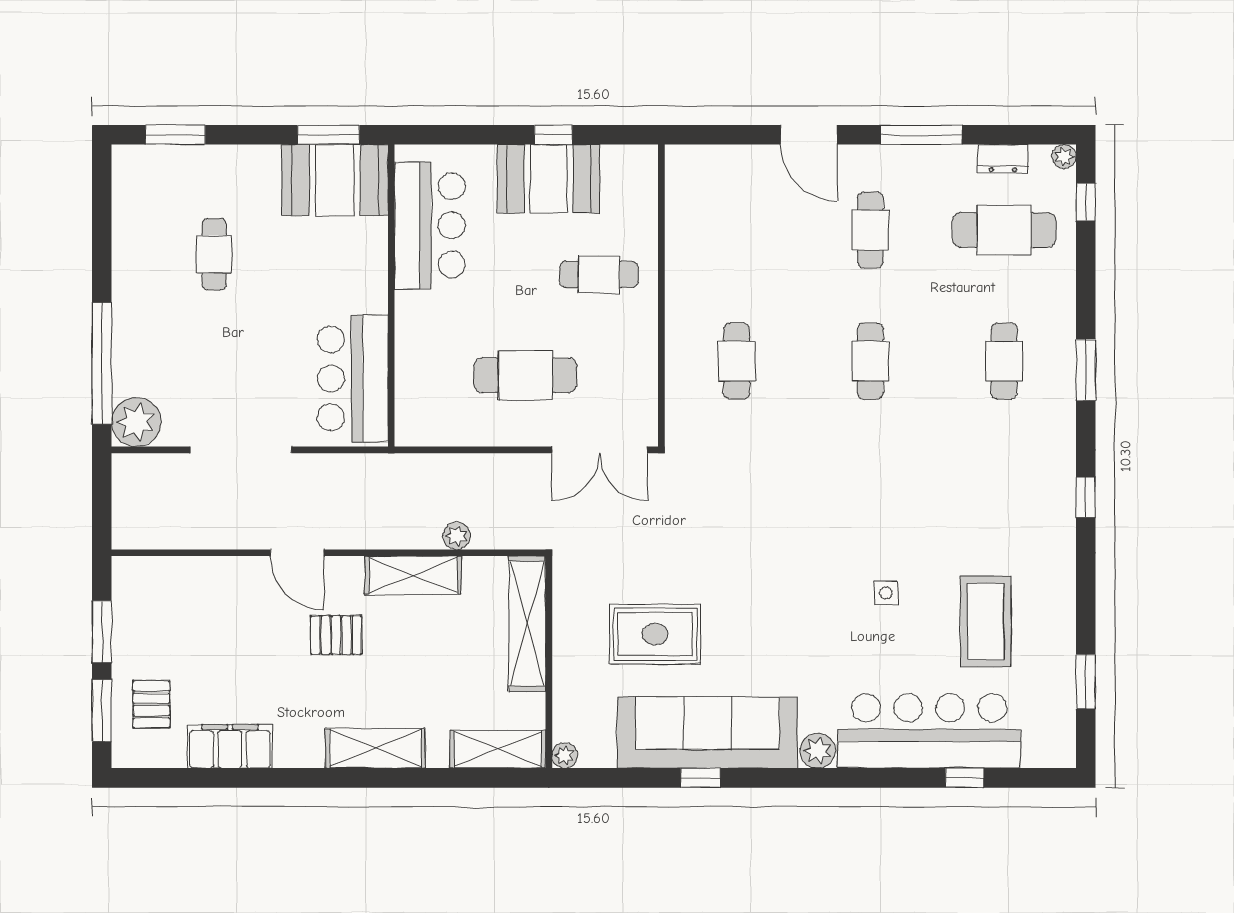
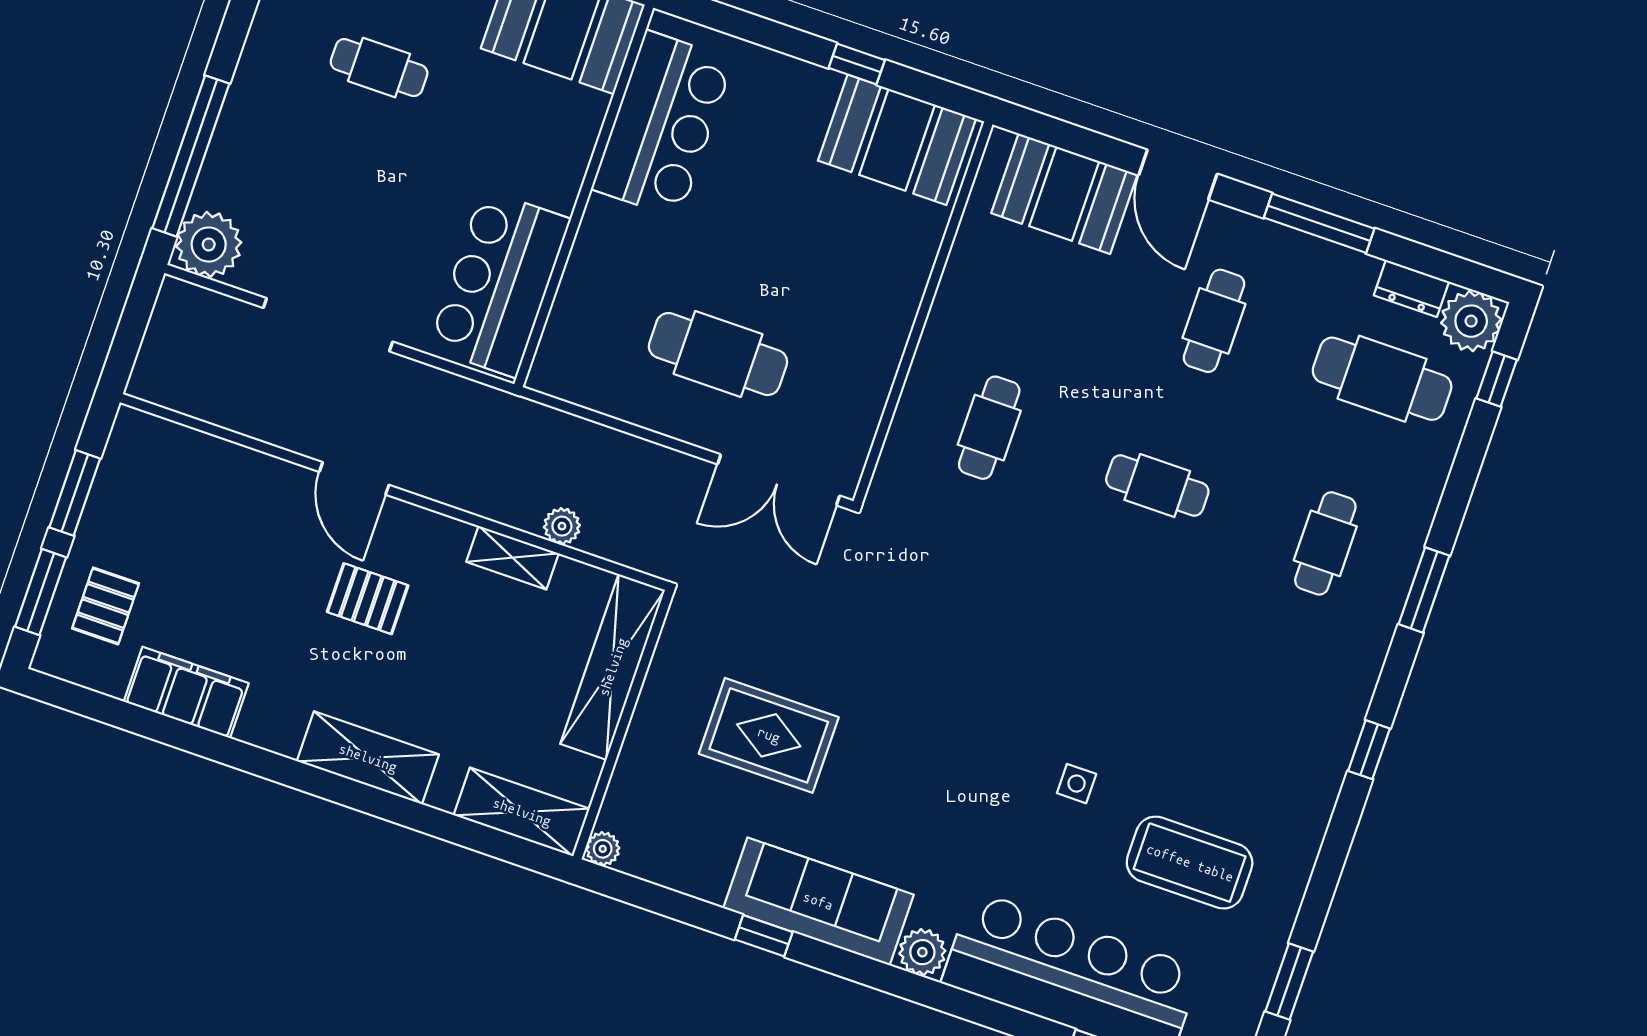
plant: (1064, 157) -> (1471, 321), width x1.87, depth x1.87
booth: (733, 176) -> (1064, 194), added
booth: (549, 179) -> (897, 140), moved
cafe table: (214, 254) -> (379, 68), turned 90
cafe table: (599, 274) -> (854, 259), removed
cafe table: (870, 361) -> (1157, 486), turned 90
shelving: (413, 575) -> (512, 558), width x0.67, depth x0.75
coffee table: (986, 621) -> (1190, 863), turned 90
sofa: (707, 732) -> (818, 901), width x0.74, depth x0.79

